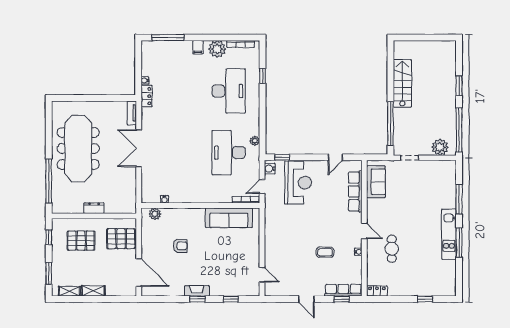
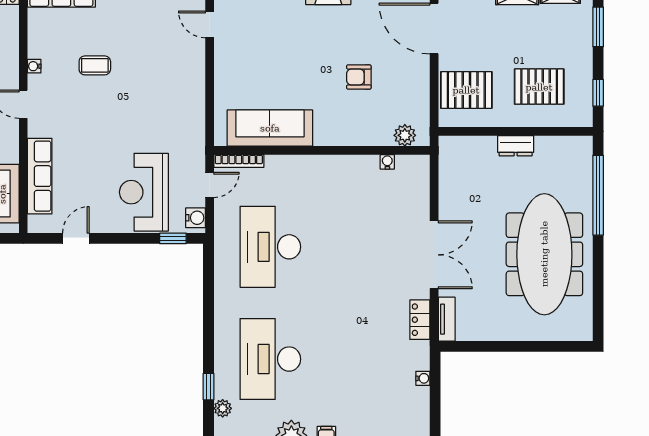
locker: (147, 96) -> (420, 320), moved
plant: (255, 141) -> (223, 408), moved
desk: (229, 153) -> (270, 247), turned 180

